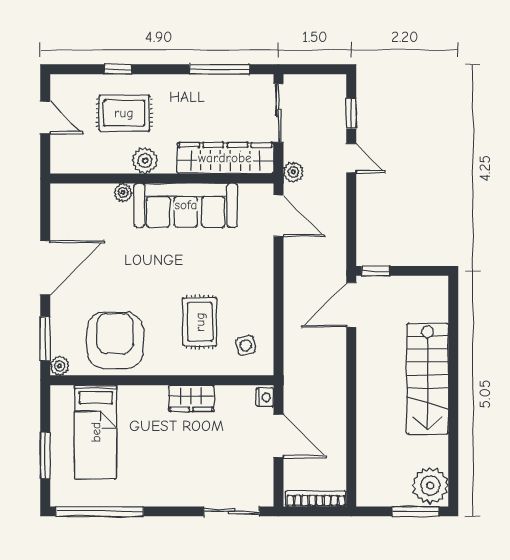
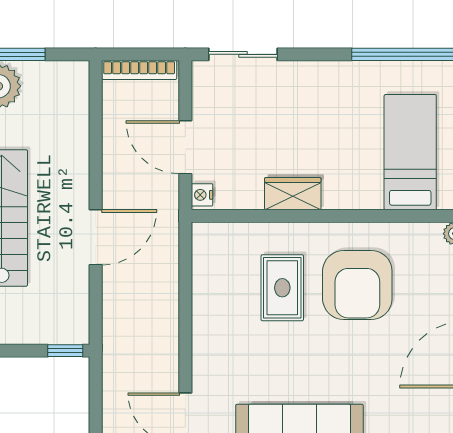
door: (351, 305) -> (96, 237), moved
armchair: (115, 340) -> (357, 285), moved
side table: (246, 345) -> (226, 259), removed

